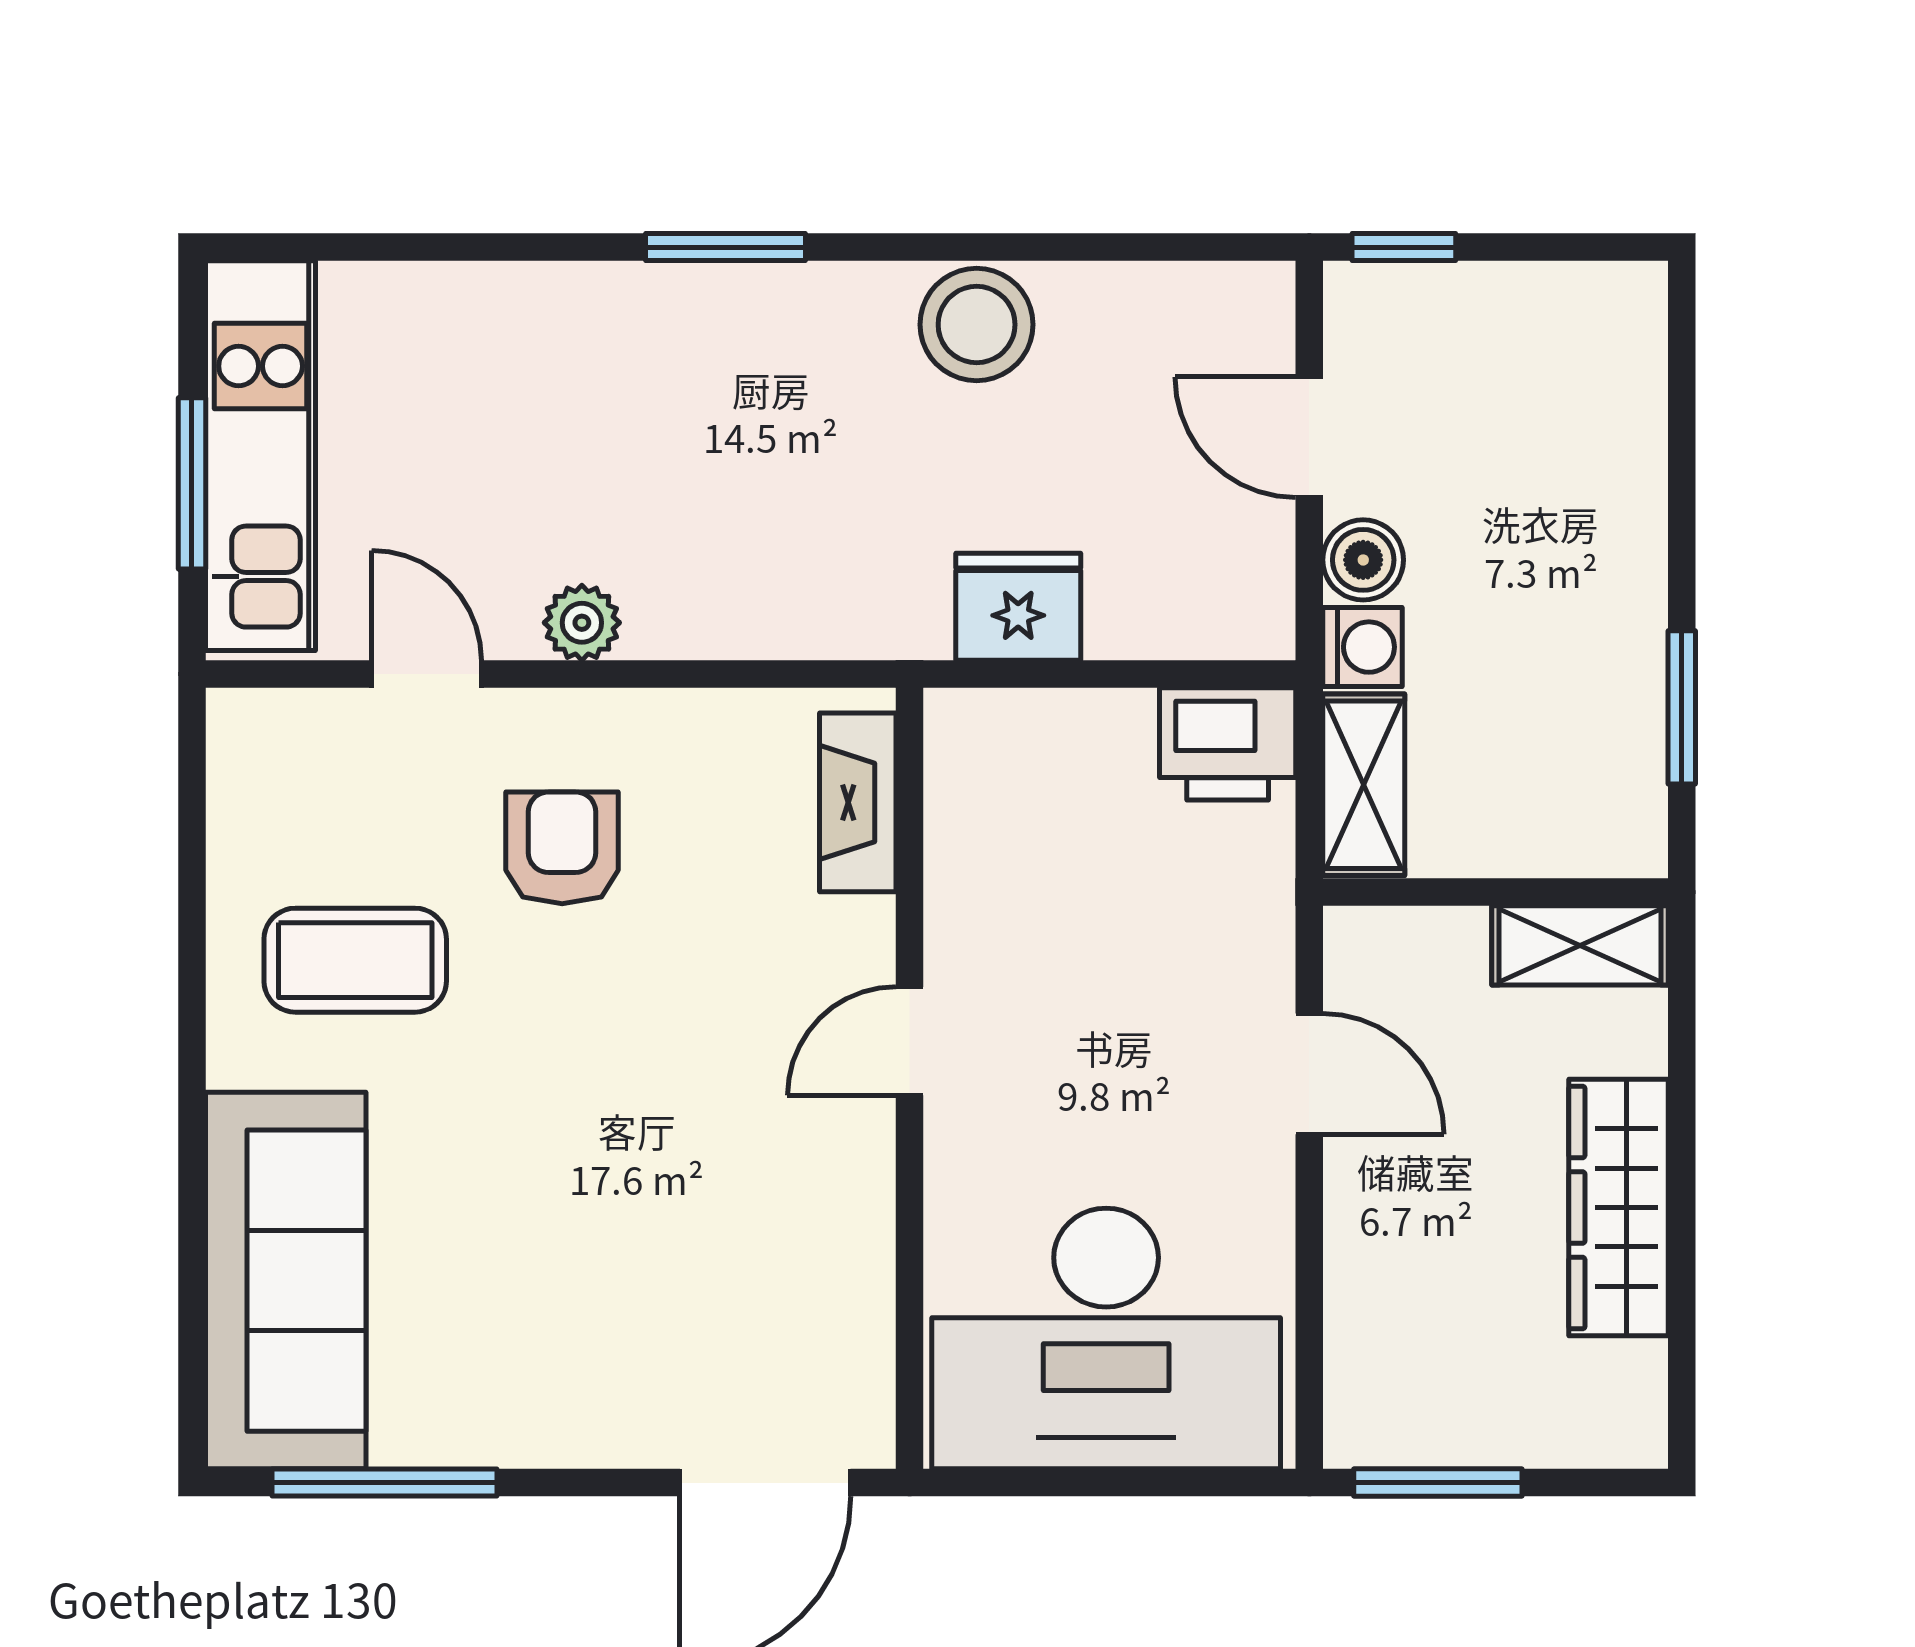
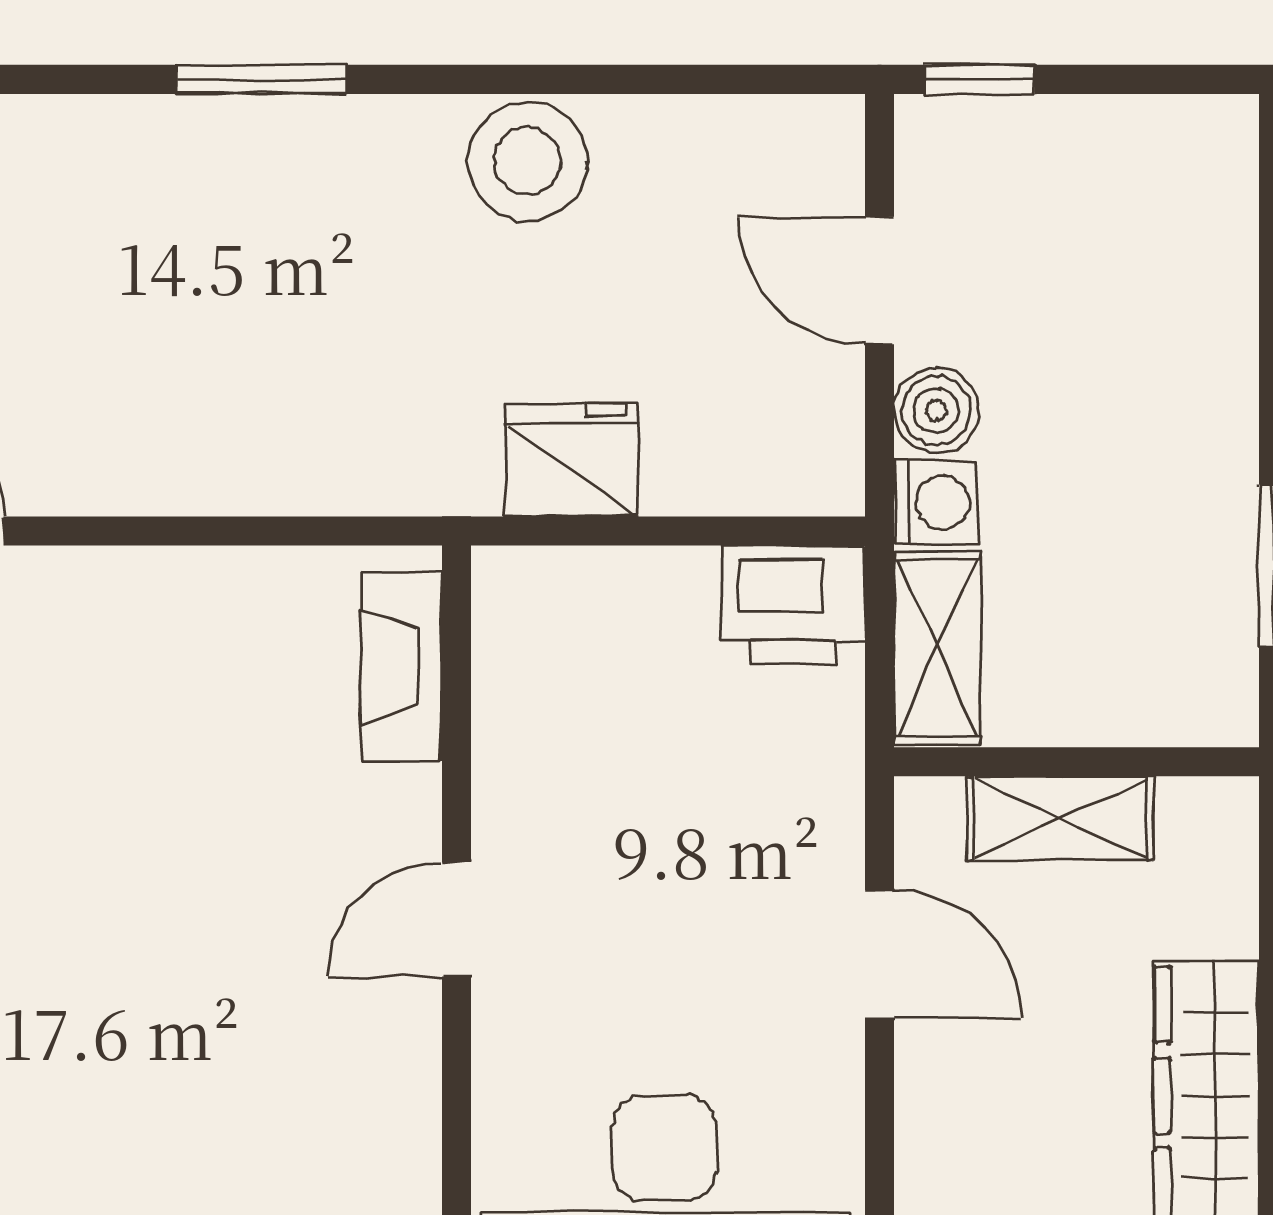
plant: (582, 623) -> (110, 477), removed
armchair: (562, 848) -> (89, 715), removed
shelving: (1580, 945) -> (1060, 818), moved

